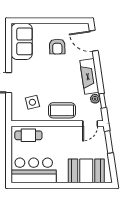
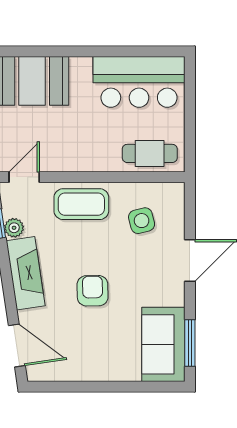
window: (9, 42) -> (190, 343), added
armchair: (57, 47) -> (93, 291), moved

